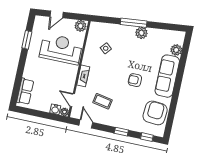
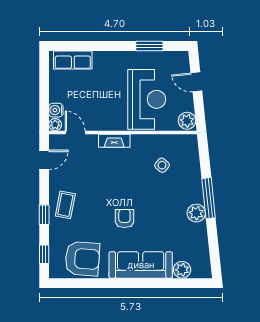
door: (72, 100) -> (75, 132), hinge flipped
coffee table: (103, 101) -> (65, 205), moved

